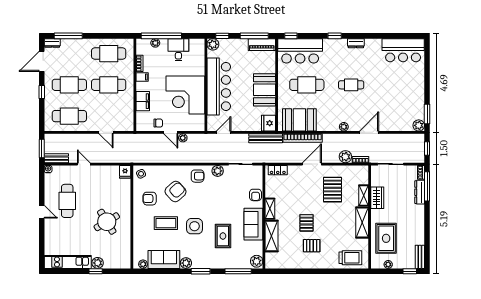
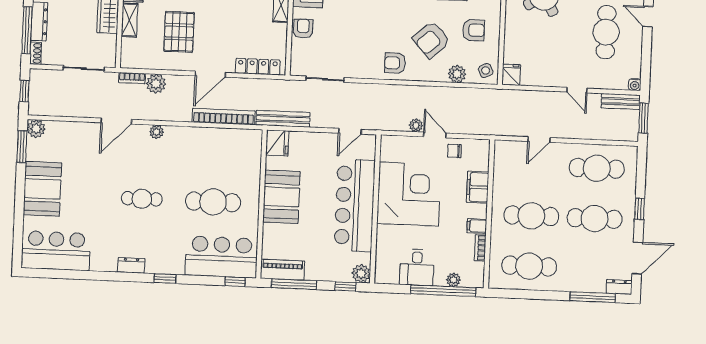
booth: (299, 120) -> (42, 189), moved, turned 90
door: (106, 132) -> (539, 140), swing flipped
locker: (278, 170) -> (258, 67), width x1.53
plant: (218, 171) -> (457, 74), moved

